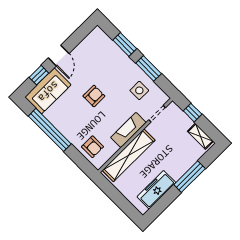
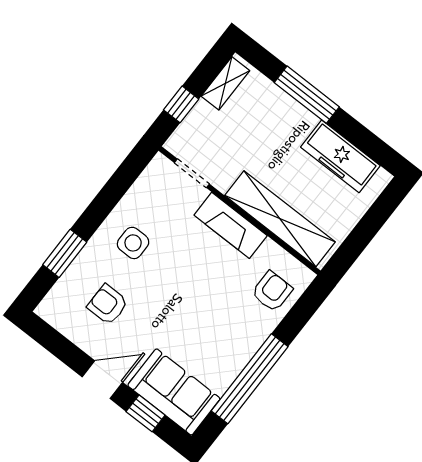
window: (149, 68) -> (106, 201), removed
side table: (139, 90) -> (133, 243), moved
armchair: (94, 96) -> (108, 304), moved

